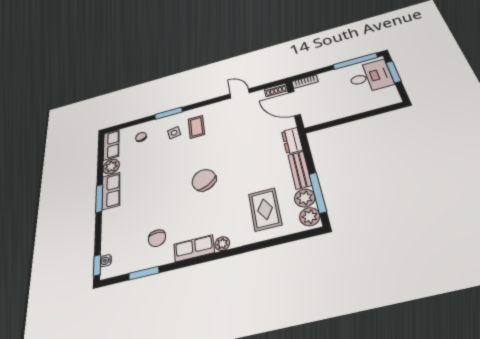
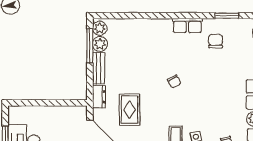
chair: (204, 180) -> (174, 82), width x0.54, depth x0.54
rug: (265, 209) -> (129, 110), moved
plant: (222, 244) -> (166, 24), removed

